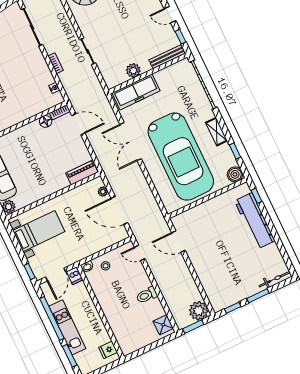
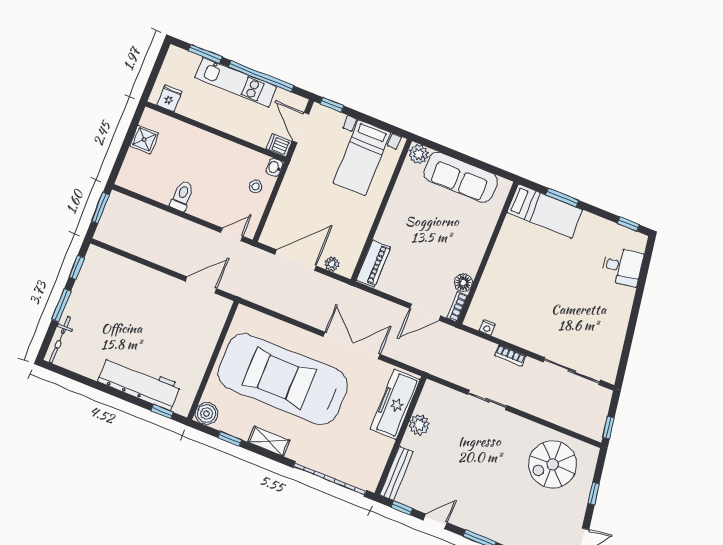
plant: (199, 311) -> (111, 230), removed
shower: (163, 325) -> (144, 140), moved

